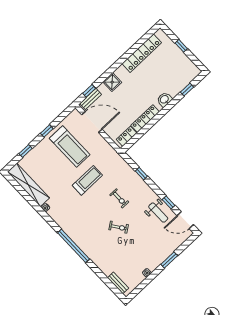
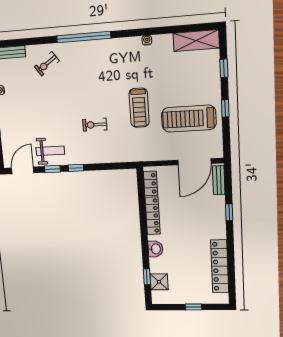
shower: (112, 82) -> (159, 282), moved
window: (89, 91) -> (229, 212), moved
window: (141, 174) -> (76, 168), moved
shelving: (28, 185) -> (196, 41), width x0.68
weight bench: (158, 213) -> (50, 151), turned 180
exercise bike: (119, 227) -> (47, 64), moved

